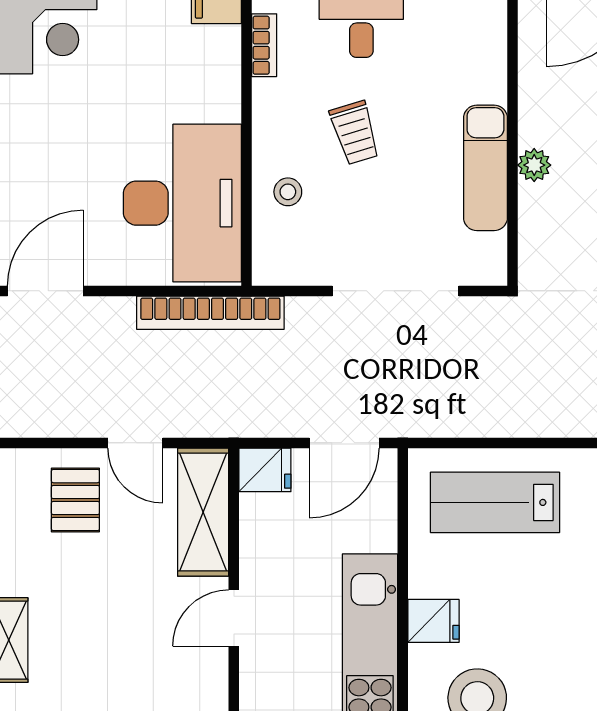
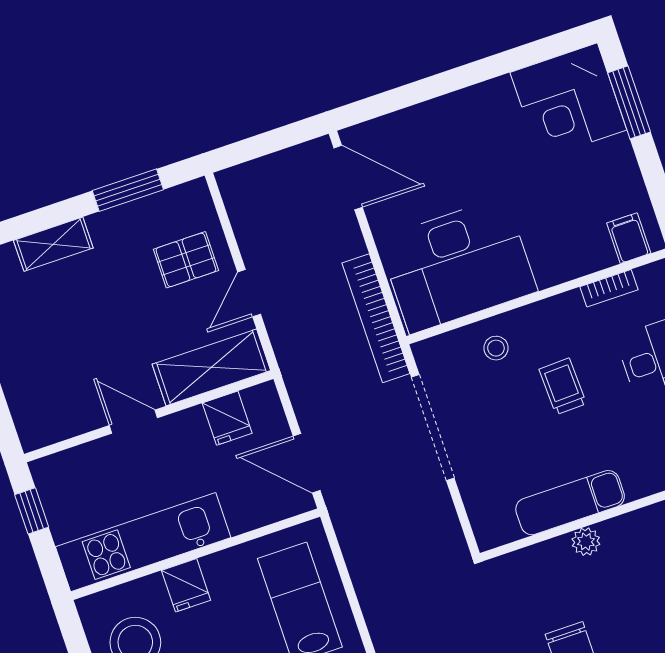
trolley: (355, 133) -> (563, 386), turned 105
doorway: (396, 291) -> (433, 427), moved
fridge: (265, 470) -> (227, 418), moved

